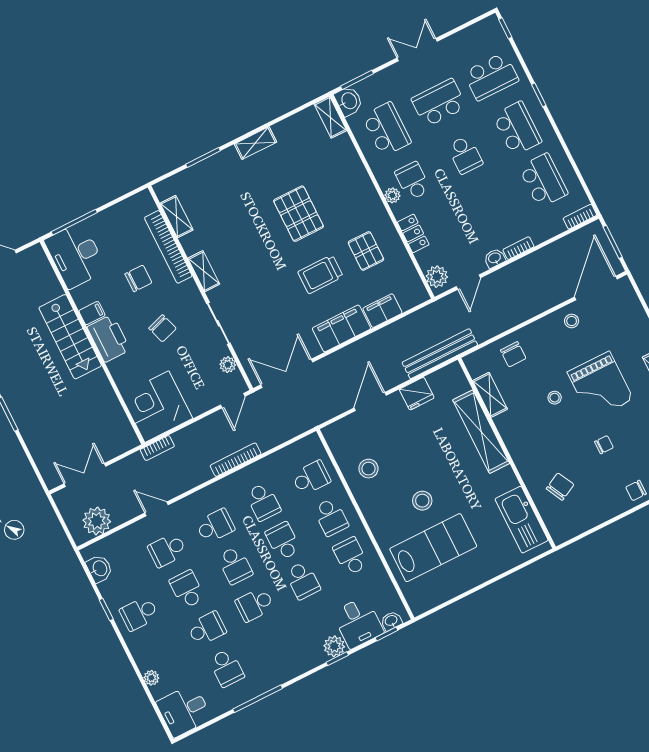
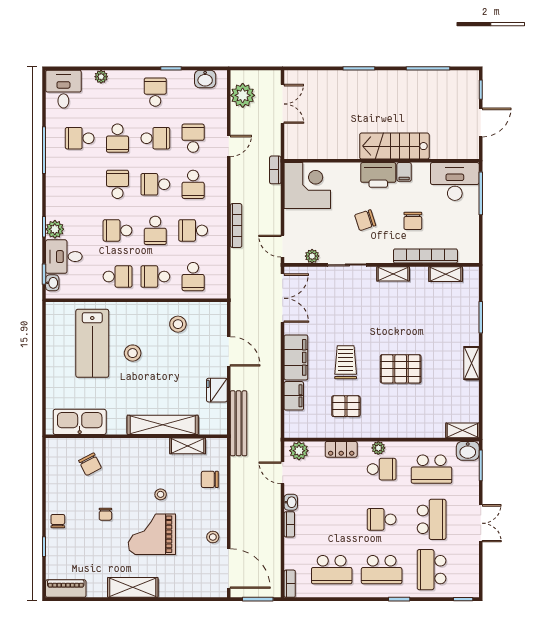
school desk: (283, 541) -> (155, 230), turned 90

